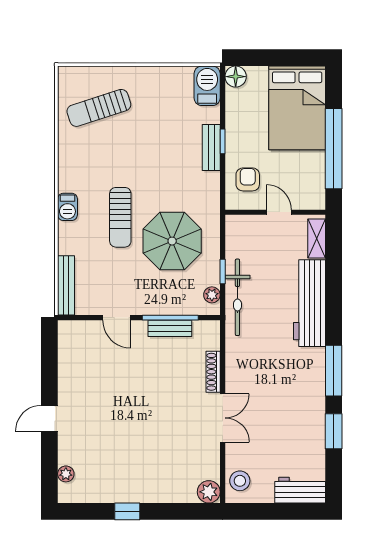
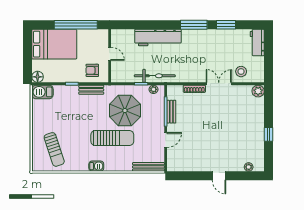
bench: (211, 147) -> (91, 90), moved
barbecue: (67, 207) -> (96, 166), moved
door: (279, 212) -> (110, 54), swing flipped
sun lounger: (120, 217) -> (112, 138), width x1.36, depth x1.34
shelving: (317, 239) -> (124, 34), removed
stool: (240, 481) -> (241, 72), moved

